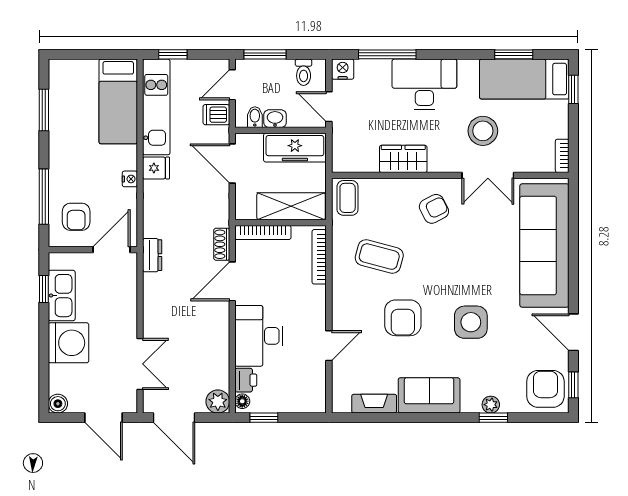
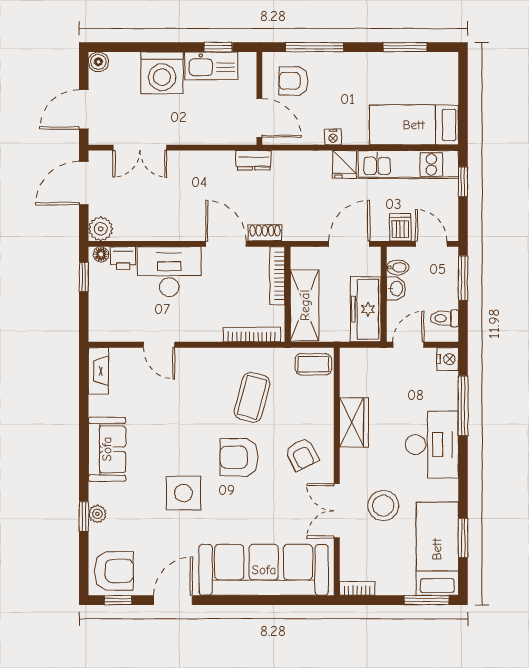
window: (573, 89) -> (427, 600), width x1.50
armchair: (403, 318) -> (239, 457), moved
fireplace: (374, 404) -> (98, 371), moved

